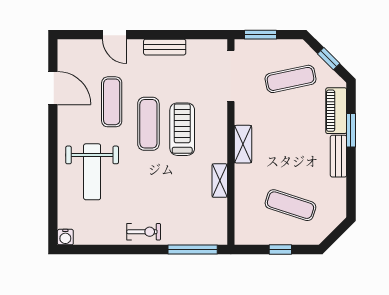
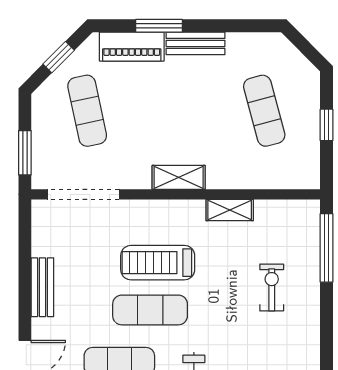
exercise mat: (290, 205) -> (264, 111), turned -33
exercise bike: (144, 232) -> (272, 287), moved

